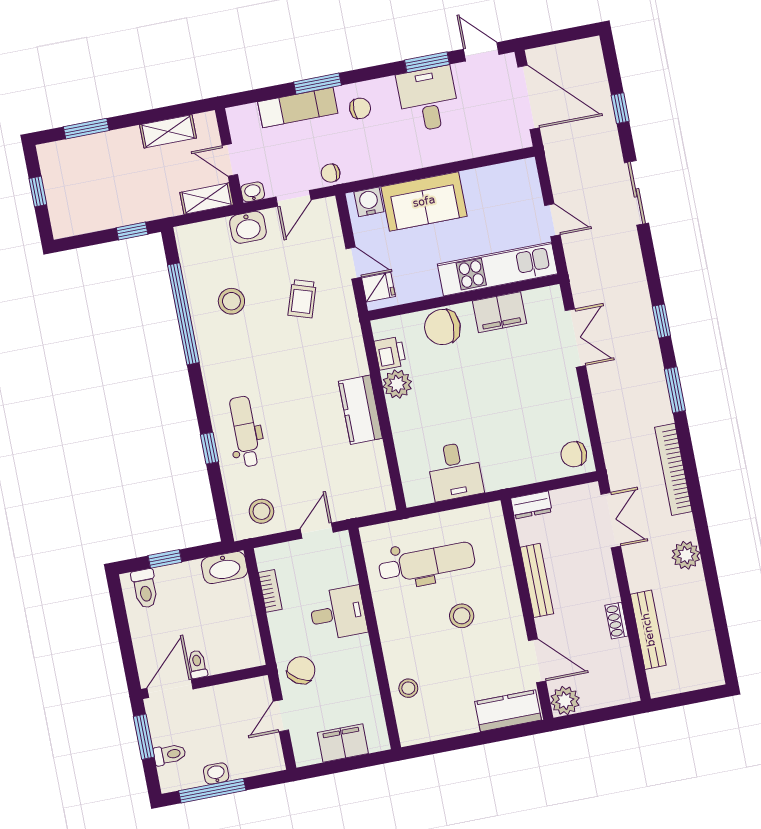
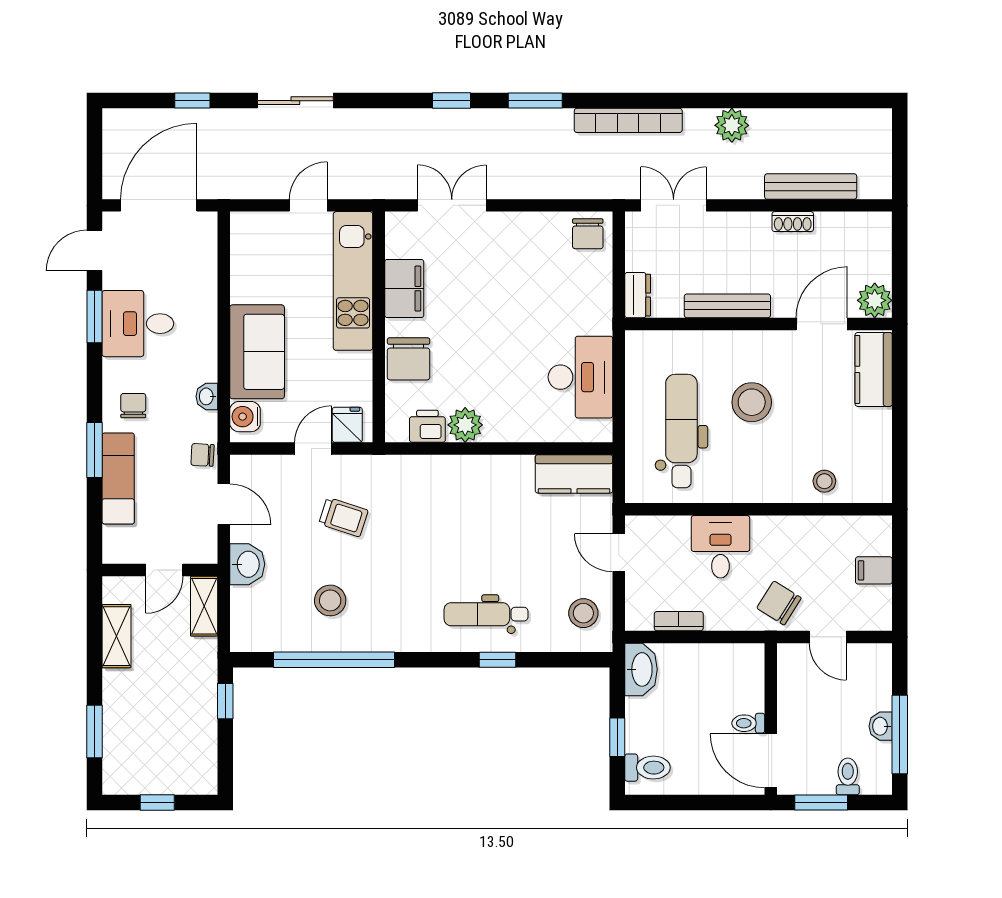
chair: (331, 173) -> (202, 455), turned 93
washbasin: (253, 192) -> (207, 396), moved
kitchen counter: (360, 410) -> (574, 474), moved
desk: (455, 471) -> (580, 377), width x1.37
stool: (462, 616) -> (752, 402), width x1.38, depth x1.38
filing cabinet: (343, 743) -> (874, 570), width x0.50

